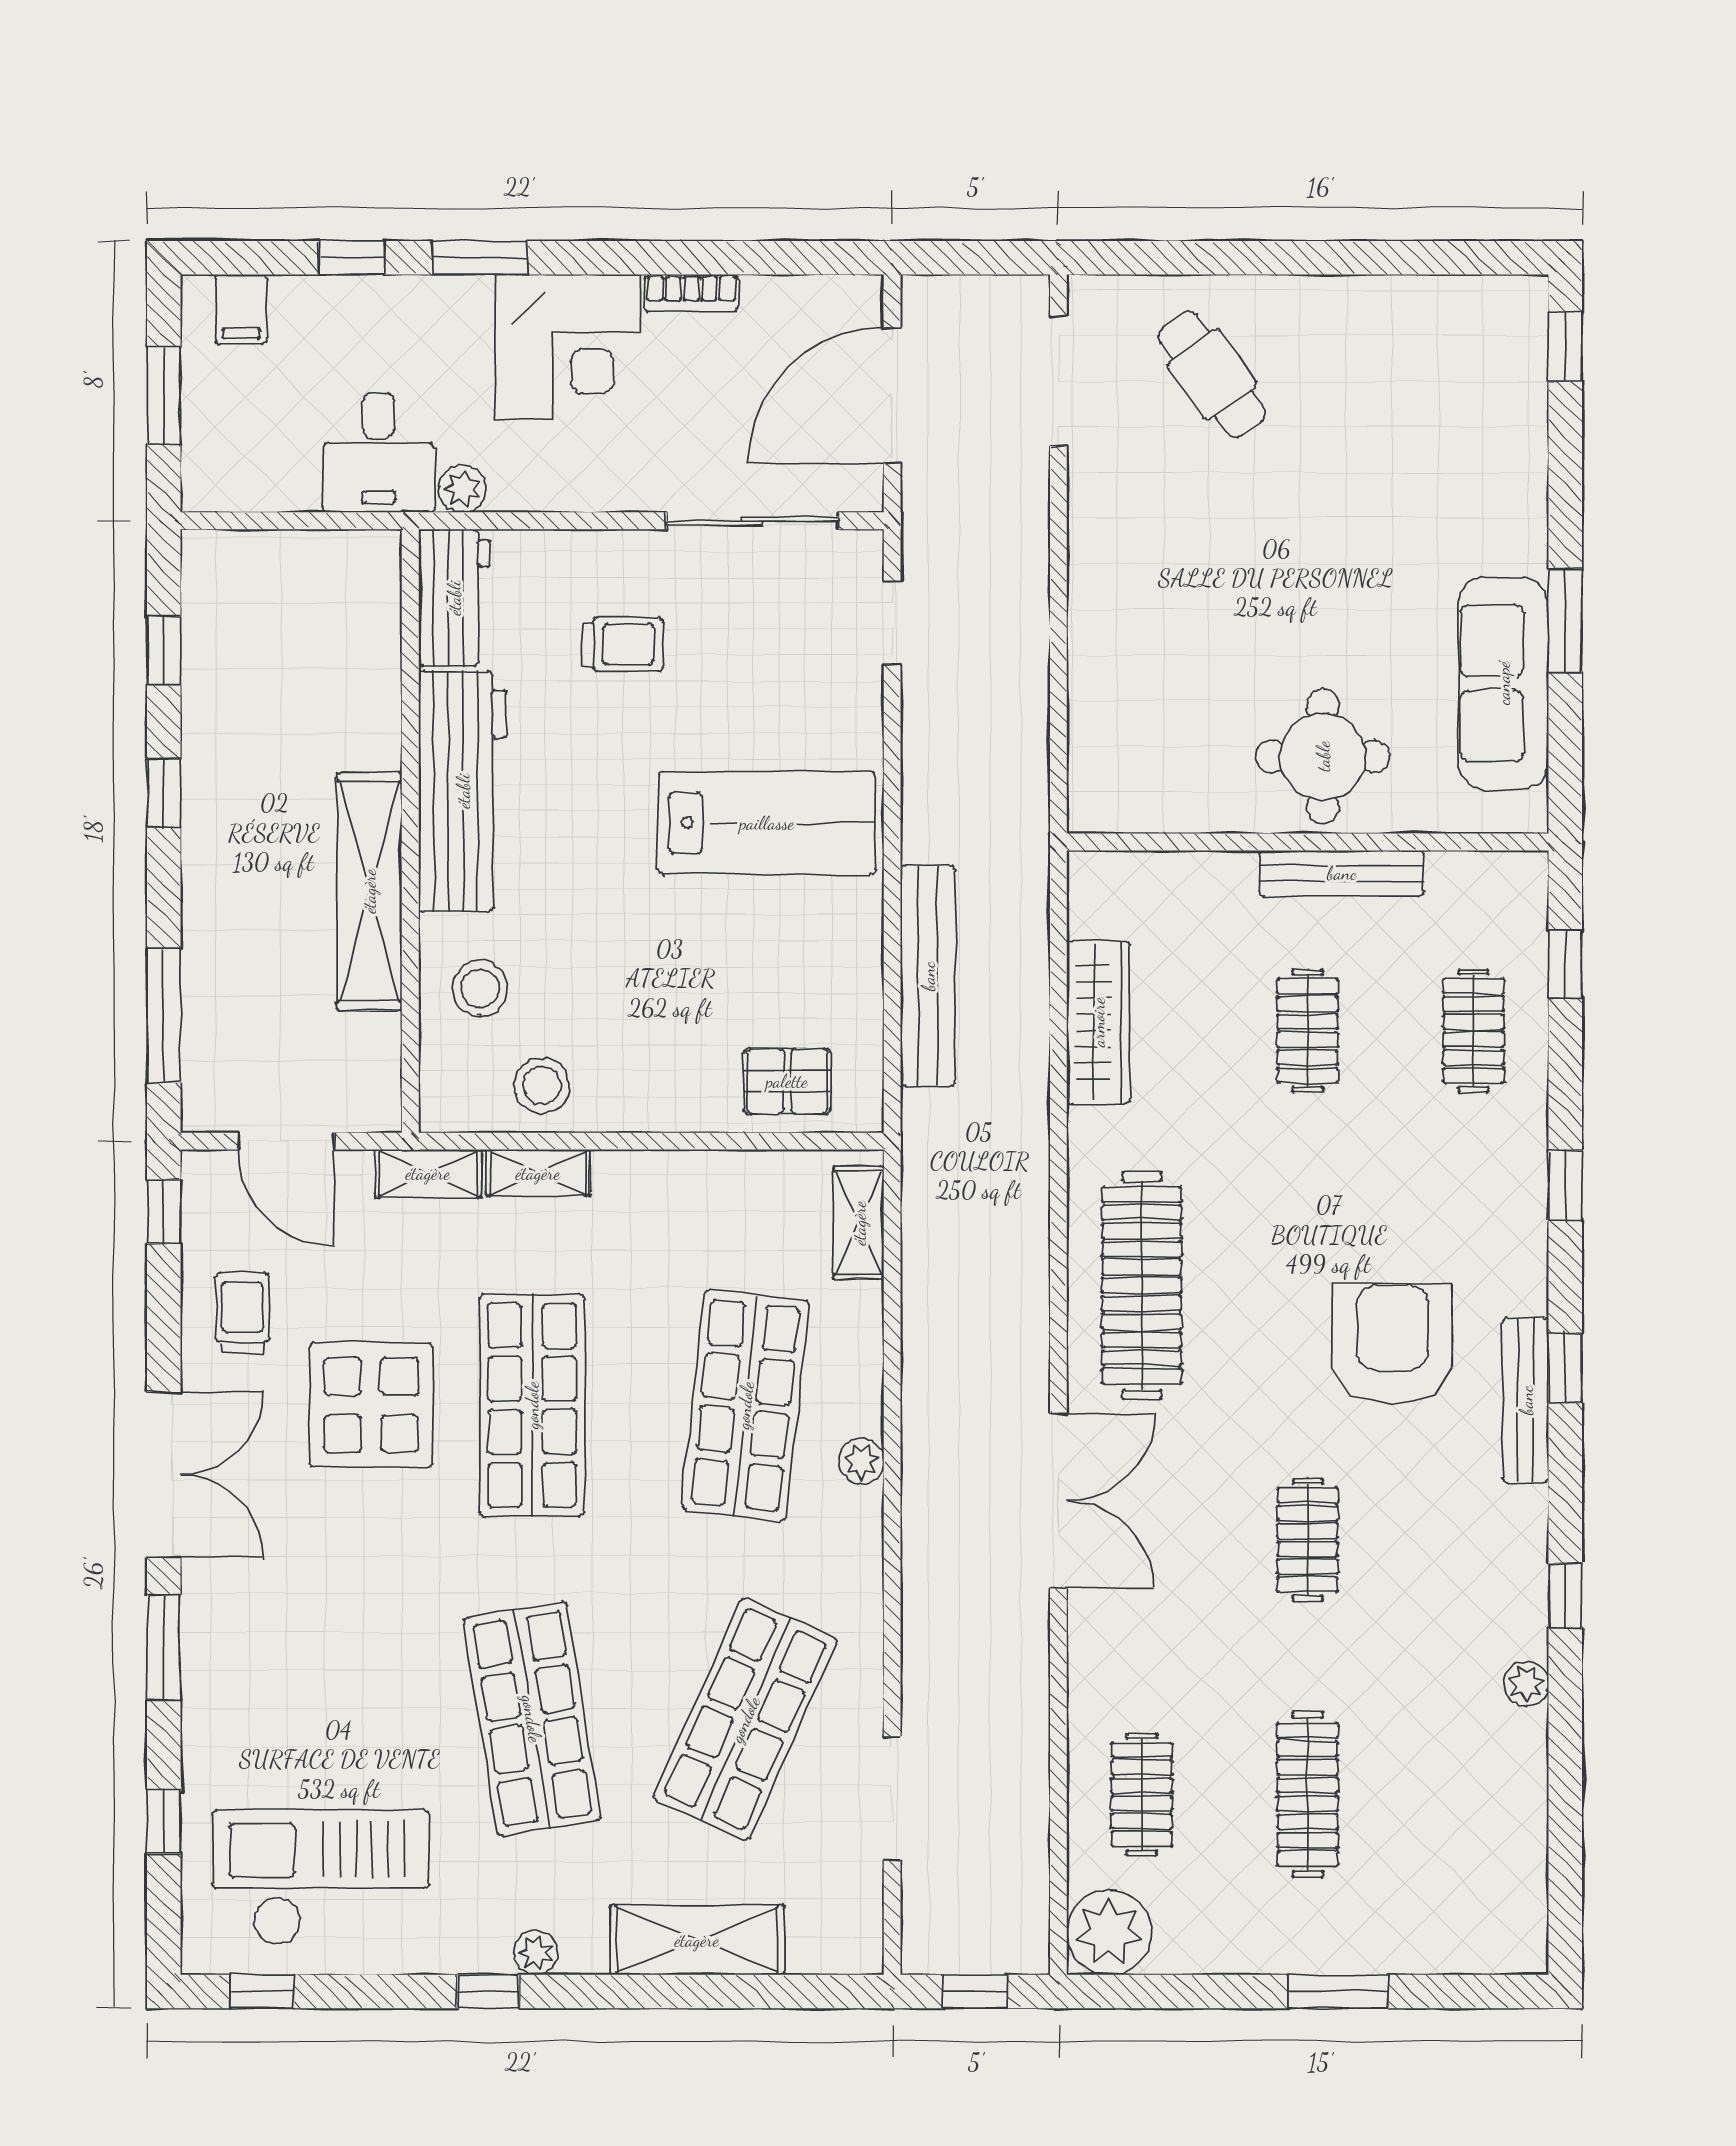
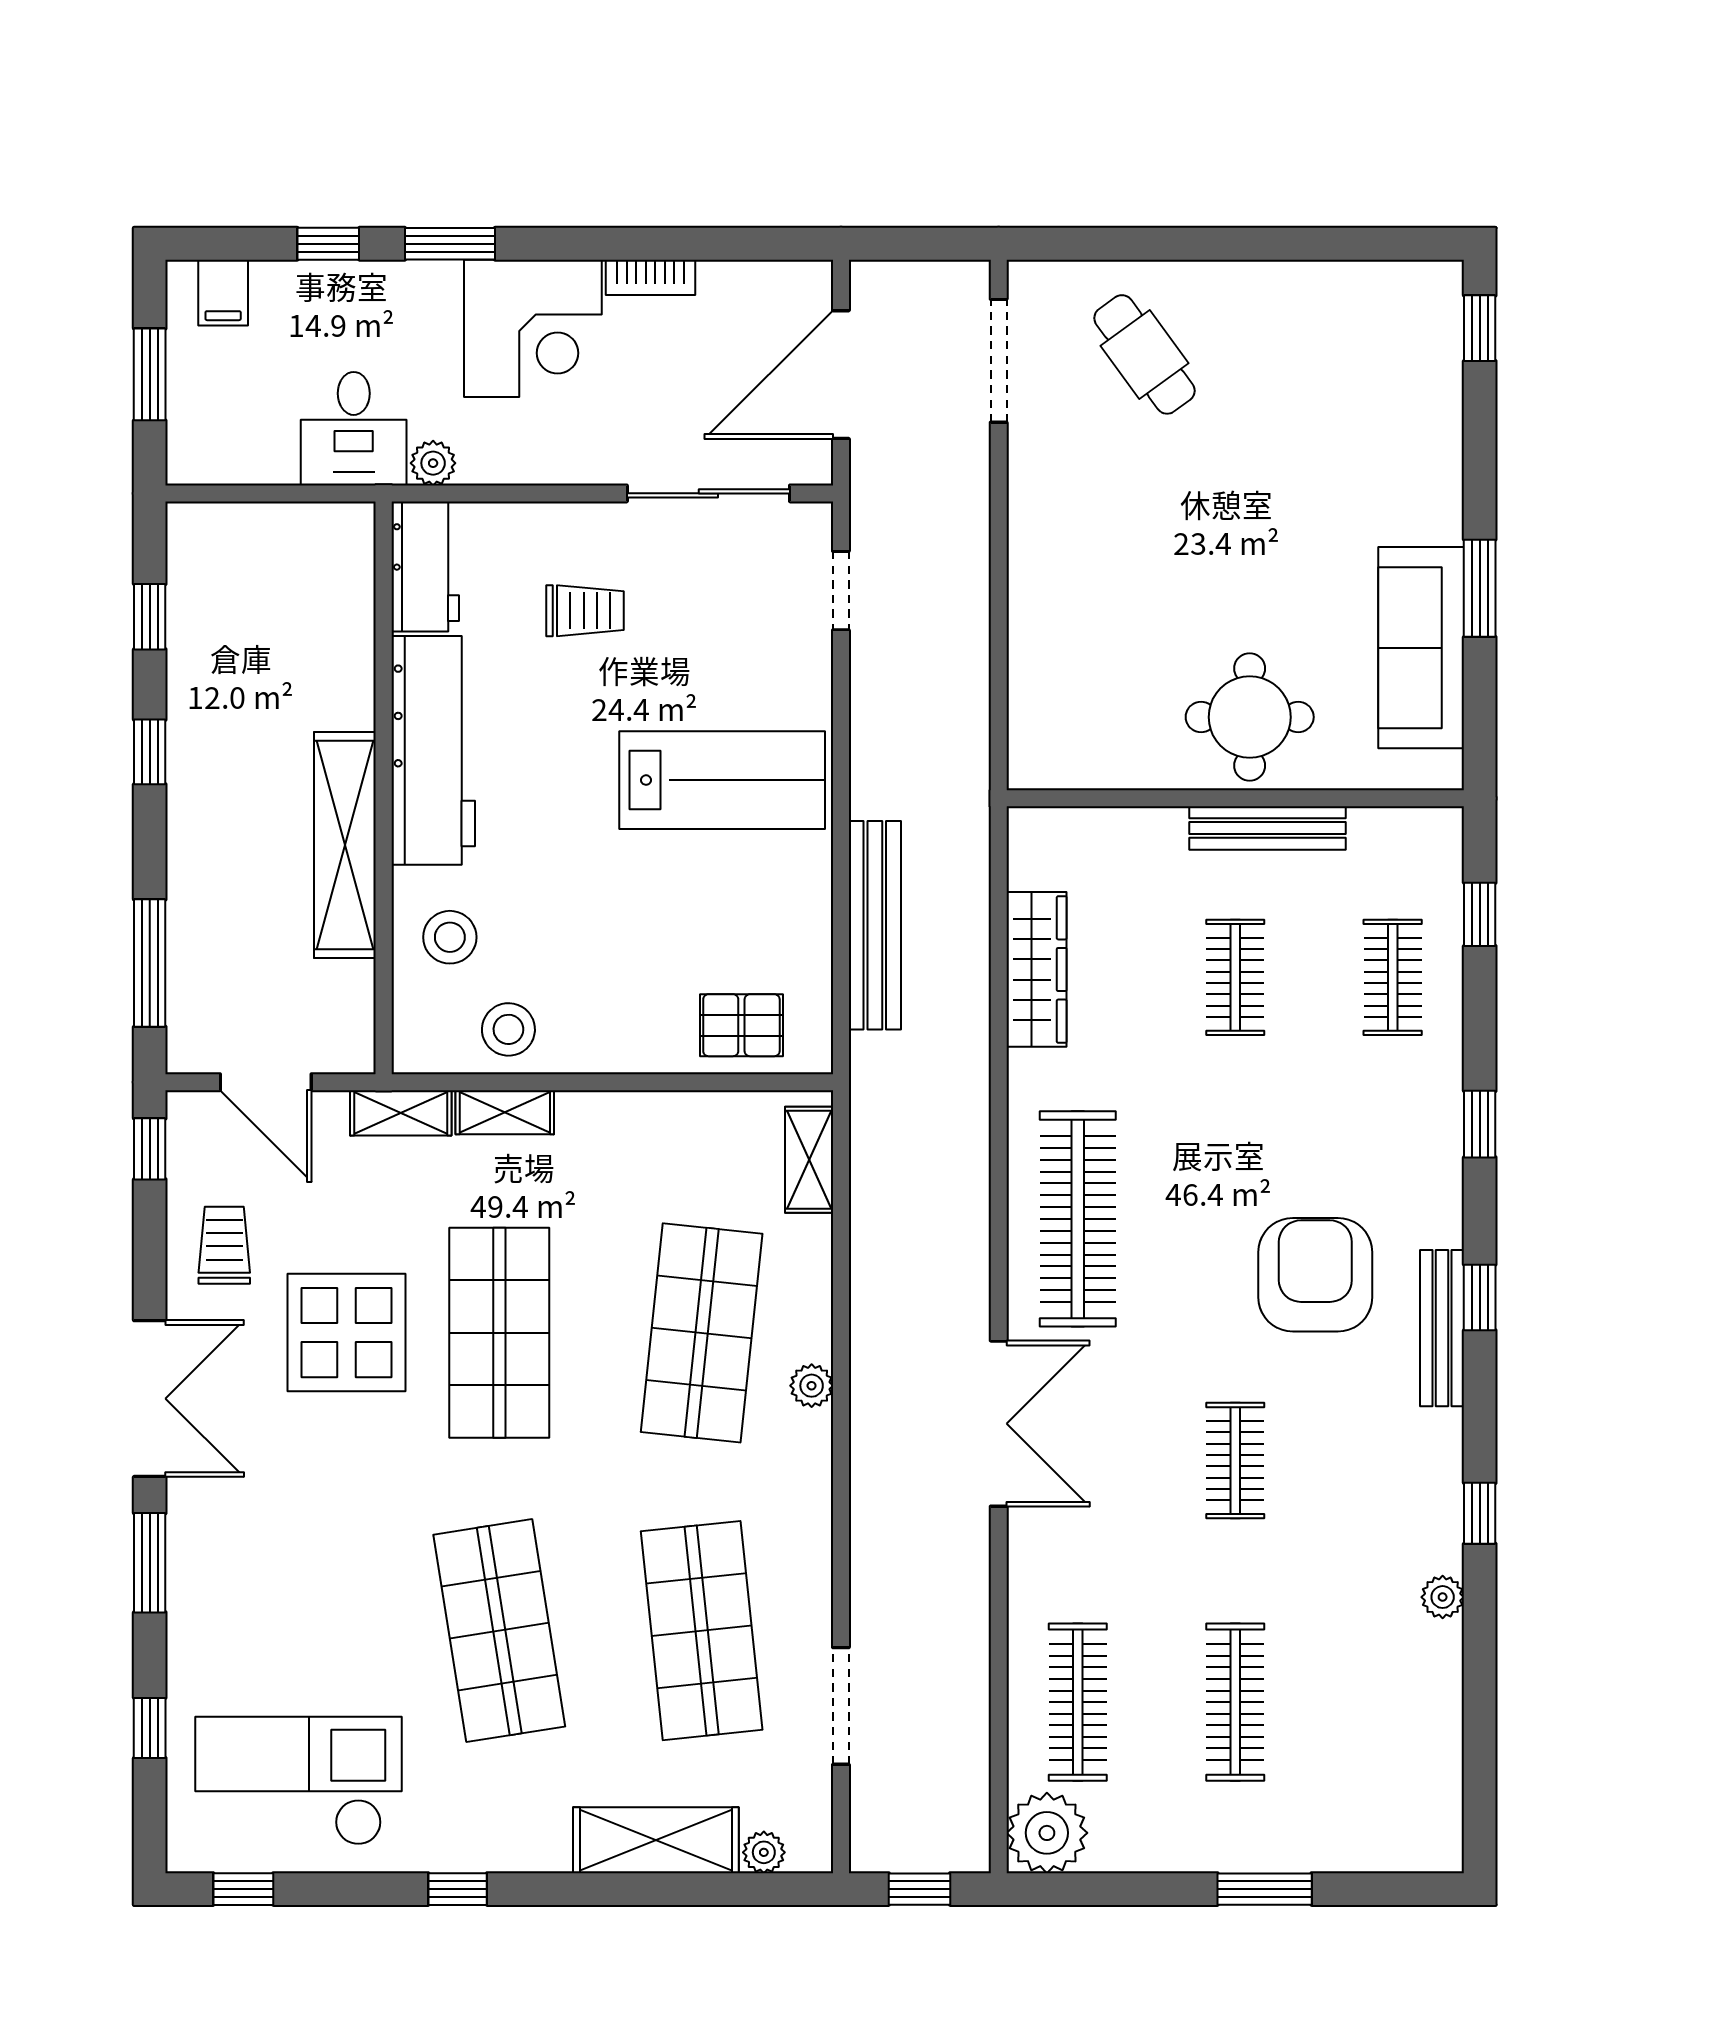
shop shelf: (745, 1719) -> (702, 1631), turned -30
clothes rail: (1142, 1794) -> (1078, 1702), width x1.36
plant: (536, 1953) -> (764, 1852), moved

